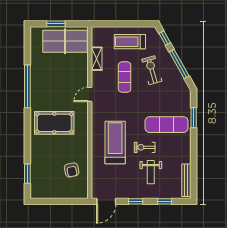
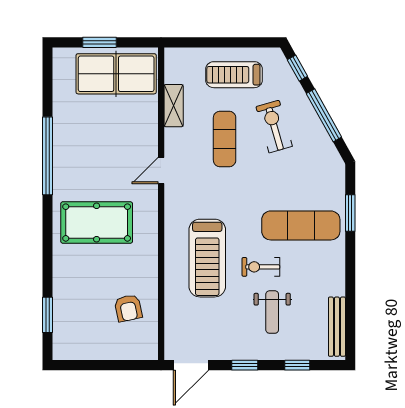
treadmill: (115, 142) -> (207, 258), turned 180

